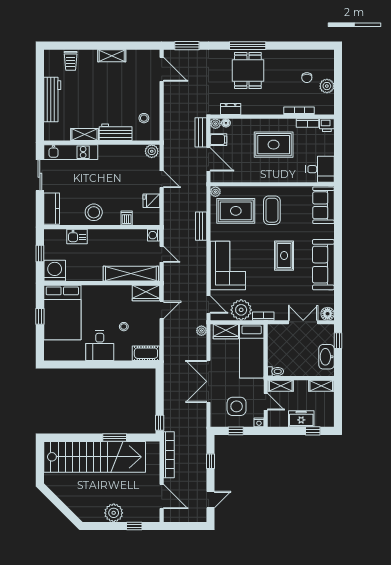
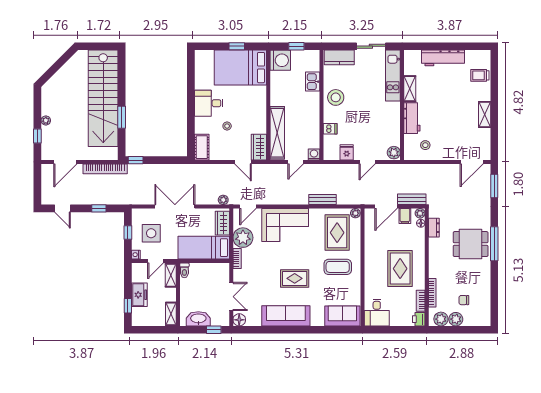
plant: (327, 102) -> (441, 319), added
plant: (114, 513) -> (46, 120), width x0.53, depth x0.53

